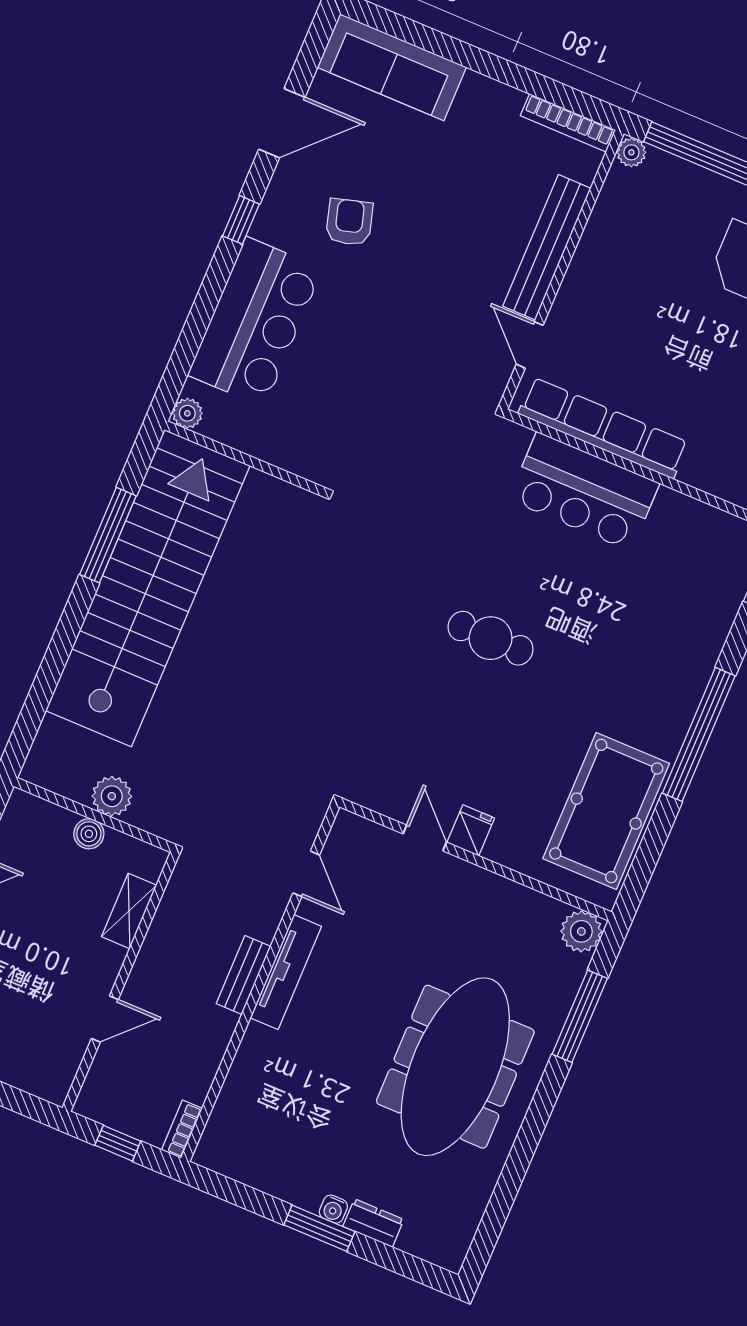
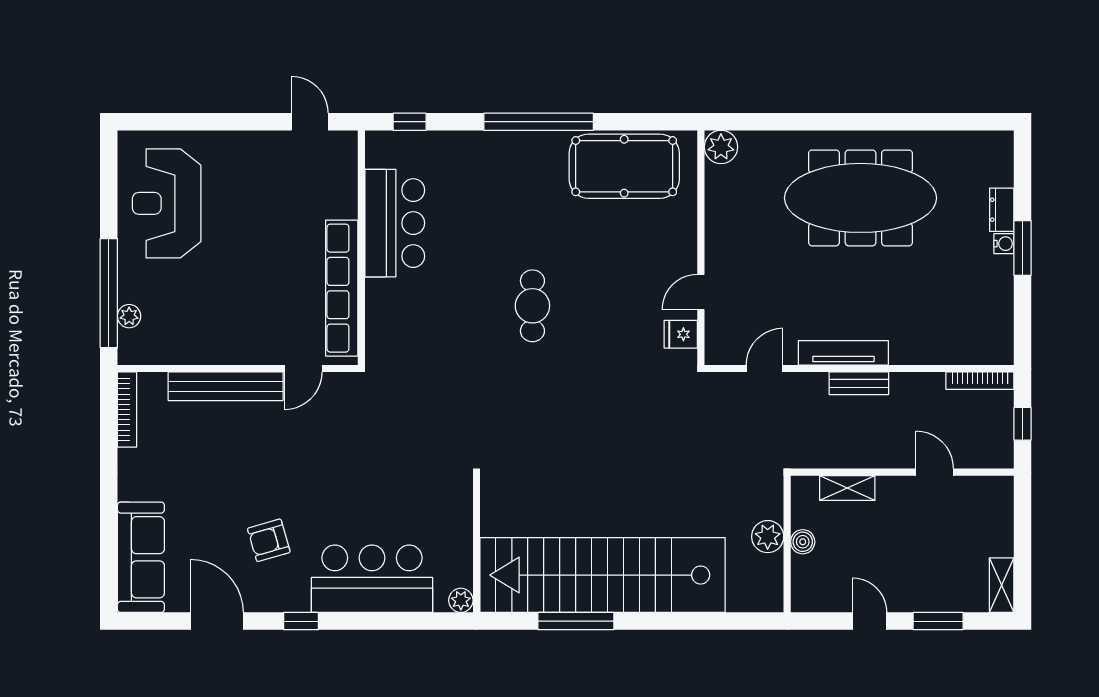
plant: (631, 152) -> (129, 316), moved
bar counter: (584, 491) -> (395, 223), moved
fridge: (471, 830) -> (681, 334), moved
window: (580, 1016) -> (784, 122), removed
bookcase: (182, 1129) -> (980, 381), width x1.56

